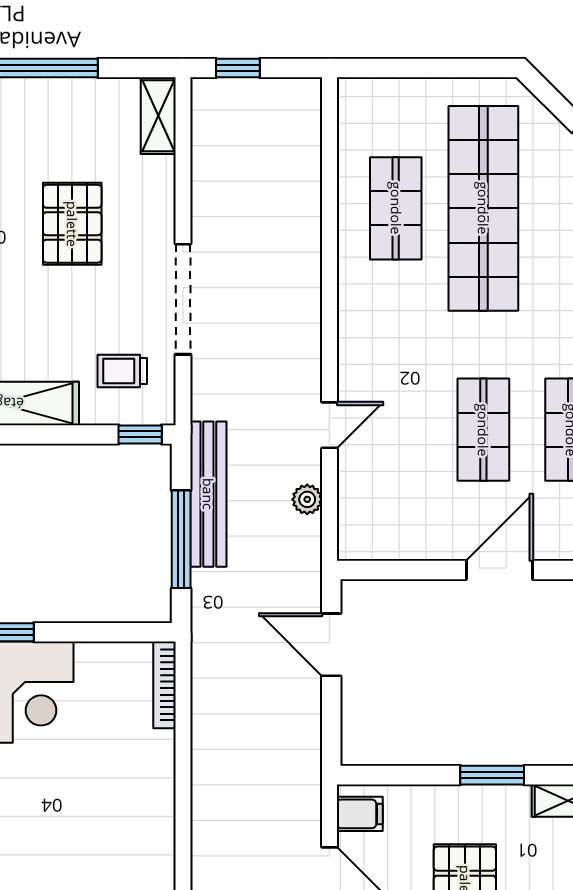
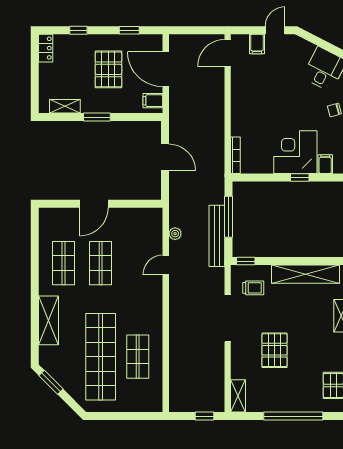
door: (331, 645) -> (165, 157), moved

